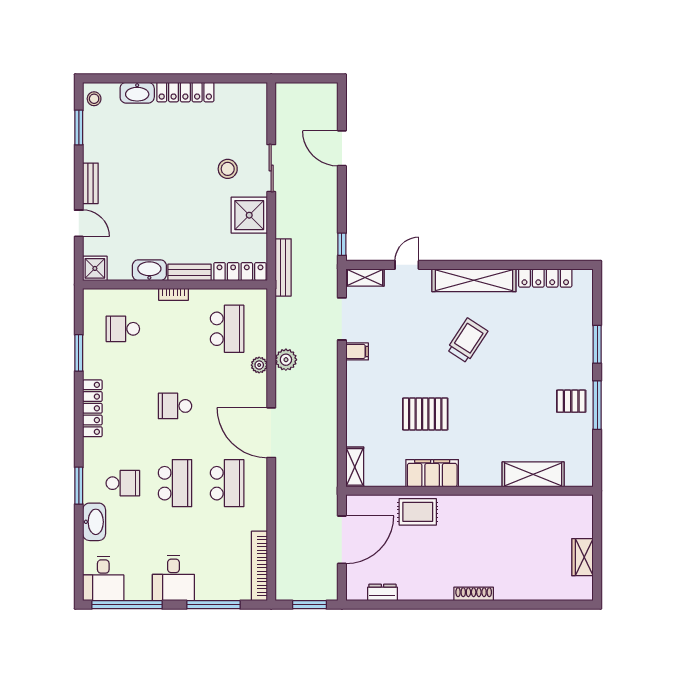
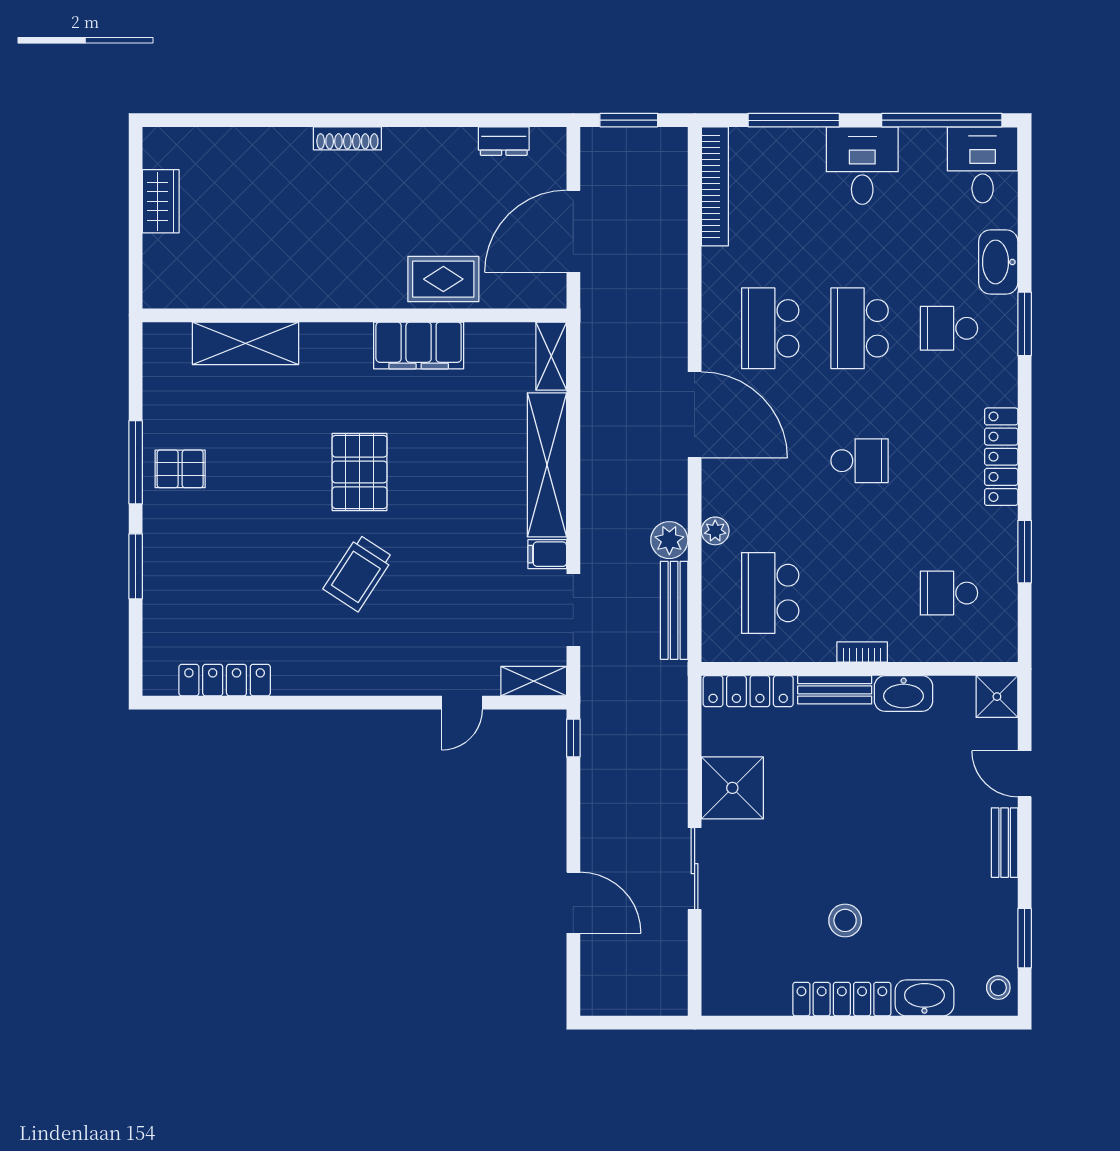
stool: (228, 169) -> (845, 920), moved
bench: (283, 267) -> (674, 610), moved
shelving: (474, 280) -> (547, 465), moved, turned 90
school desk: (123, 329) -> (949, 593), turned 180
pallet: (425, 414) -> (360, 472), moved, turned 90

